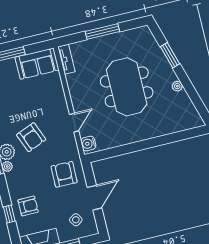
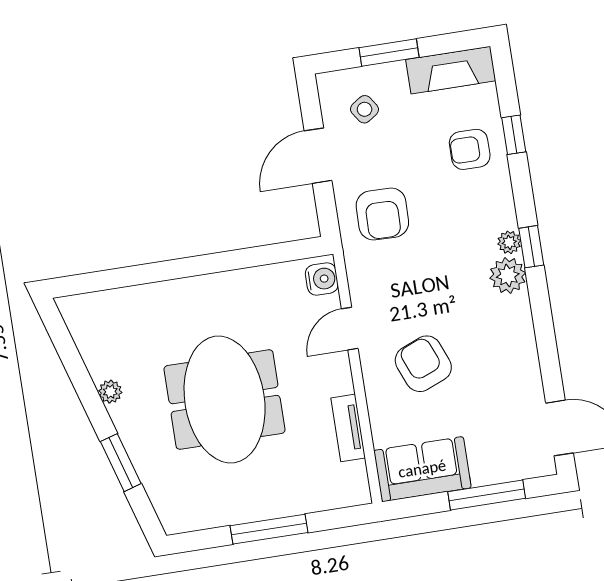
tv unit: (66, 59) -> (348, 428), moved
armchair: (31, 137) -> (423, 364), moved

